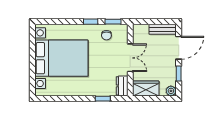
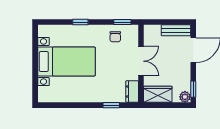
window: (91, 22) -> (80, 22), moved
bed with nightstands: (61, 58) -> (66, 62), width x0.73
window: (179, 74) -> (193, 89), moved

